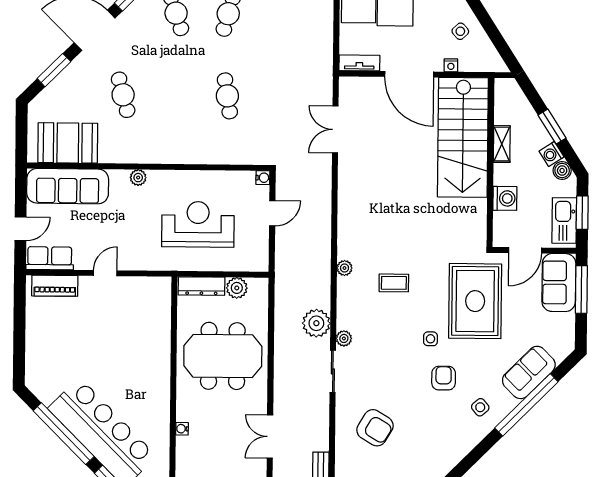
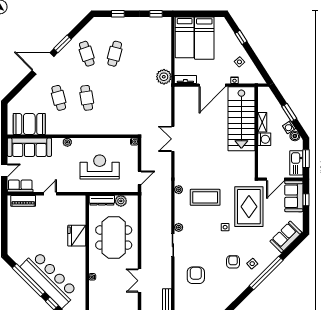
window: (54, 70) -> (21, 85), removed
door: (409, 74) -> (212, 85), hinge flipped
cafe table: (227, 96) -> (87, 98), moved
double door: (335, 129) -> (173, 139), moved
washing machine: (505, 198) -> (264, 139), moved
door: (272, 213) -> (139, 178), moved
coffee table: (394, 283) -> (205, 197), width x1.86, depth x1.72
window: (581, 289) -> (306, 200), width x0.46
plant: (316, 323) -> (164, 77), moved
fridge: (154, 352) -> (77, 236), added
meeting table: (223, 356) -> (114, 238), turned 90
sofa: (529, 372) -> (286, 237), moved
armchair: (444, 378) -> (233, 262), moved
window: (526, 405) -> (266, 273), moved
armchair: (375, 428) -> (196, 275), turned -121

